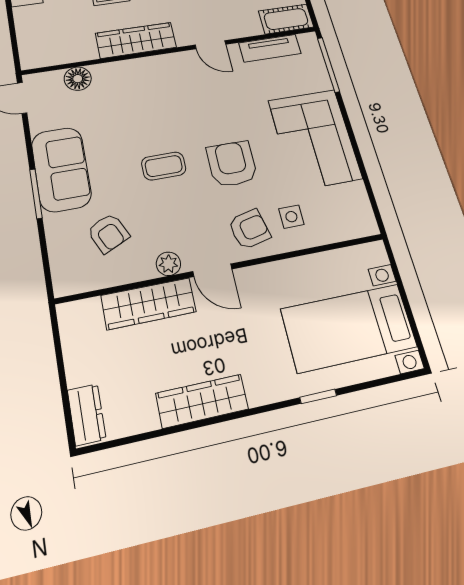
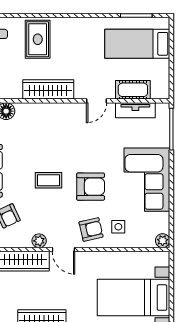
cot: (286, 19) -> (133, 90), moved
door: (211, 45) -> (96, 101), hinge flipped
armchair: (232, 164) -> (91, 187), turned 90
plant: (366, 225) -> (163, 241), added

